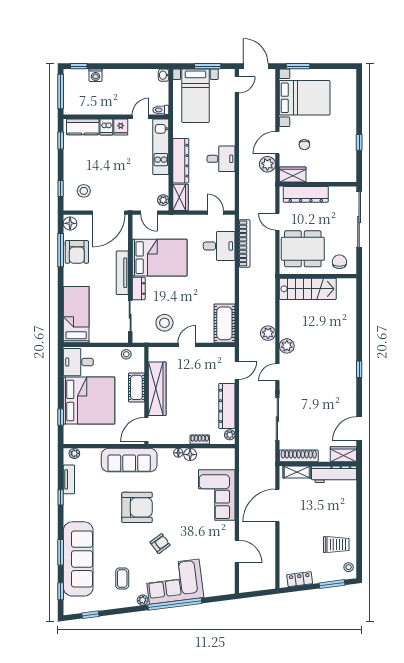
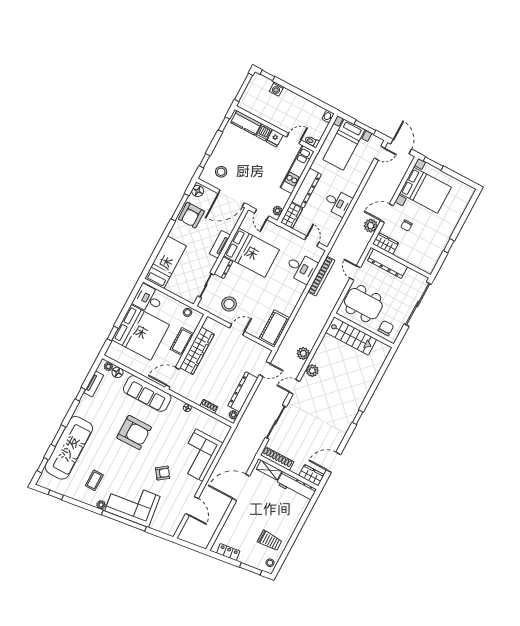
tv unit: (122, 273) -> (220, 244), width x0.71
floor lamp: (190, 455) -> (117, 372), moved
armchair: (160, 544) -> (163, 473), moved

